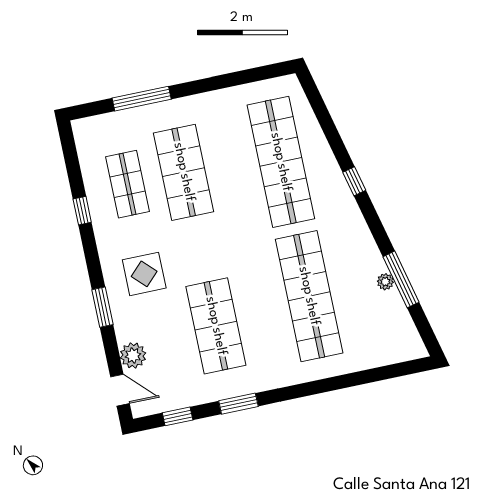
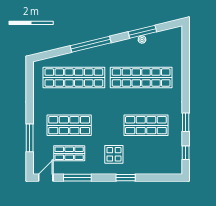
window: (354, 181) -> (91, 44), width x3.17
window: (82, 211) -> (77, 178), width x2.17
plant: (133, 355) -> (152, 168), removed
door: (120, 390) -> (46, 178), moved

